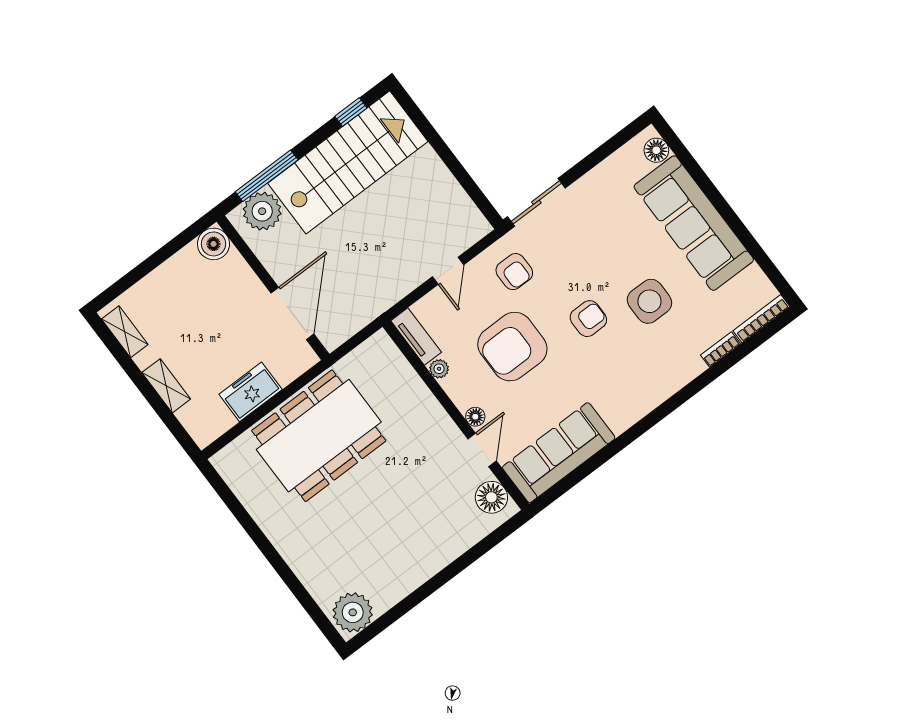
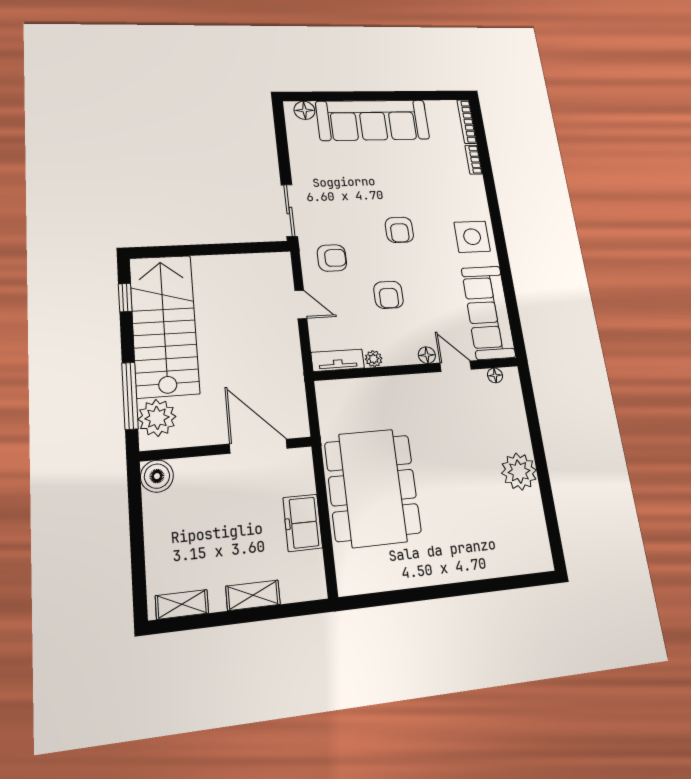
side table: (649, 301) -> (472, 237), moved
armchair: (588, 319) -> (399, 230), turned 180
armchair: (512, 347) -> (389, 295), width x0.53, depth x0.53
floor lamp: (491, 497) -> (495, 375), width x0.53, depth x0.53
plant: (353, 612) -> (519, 472), moved

